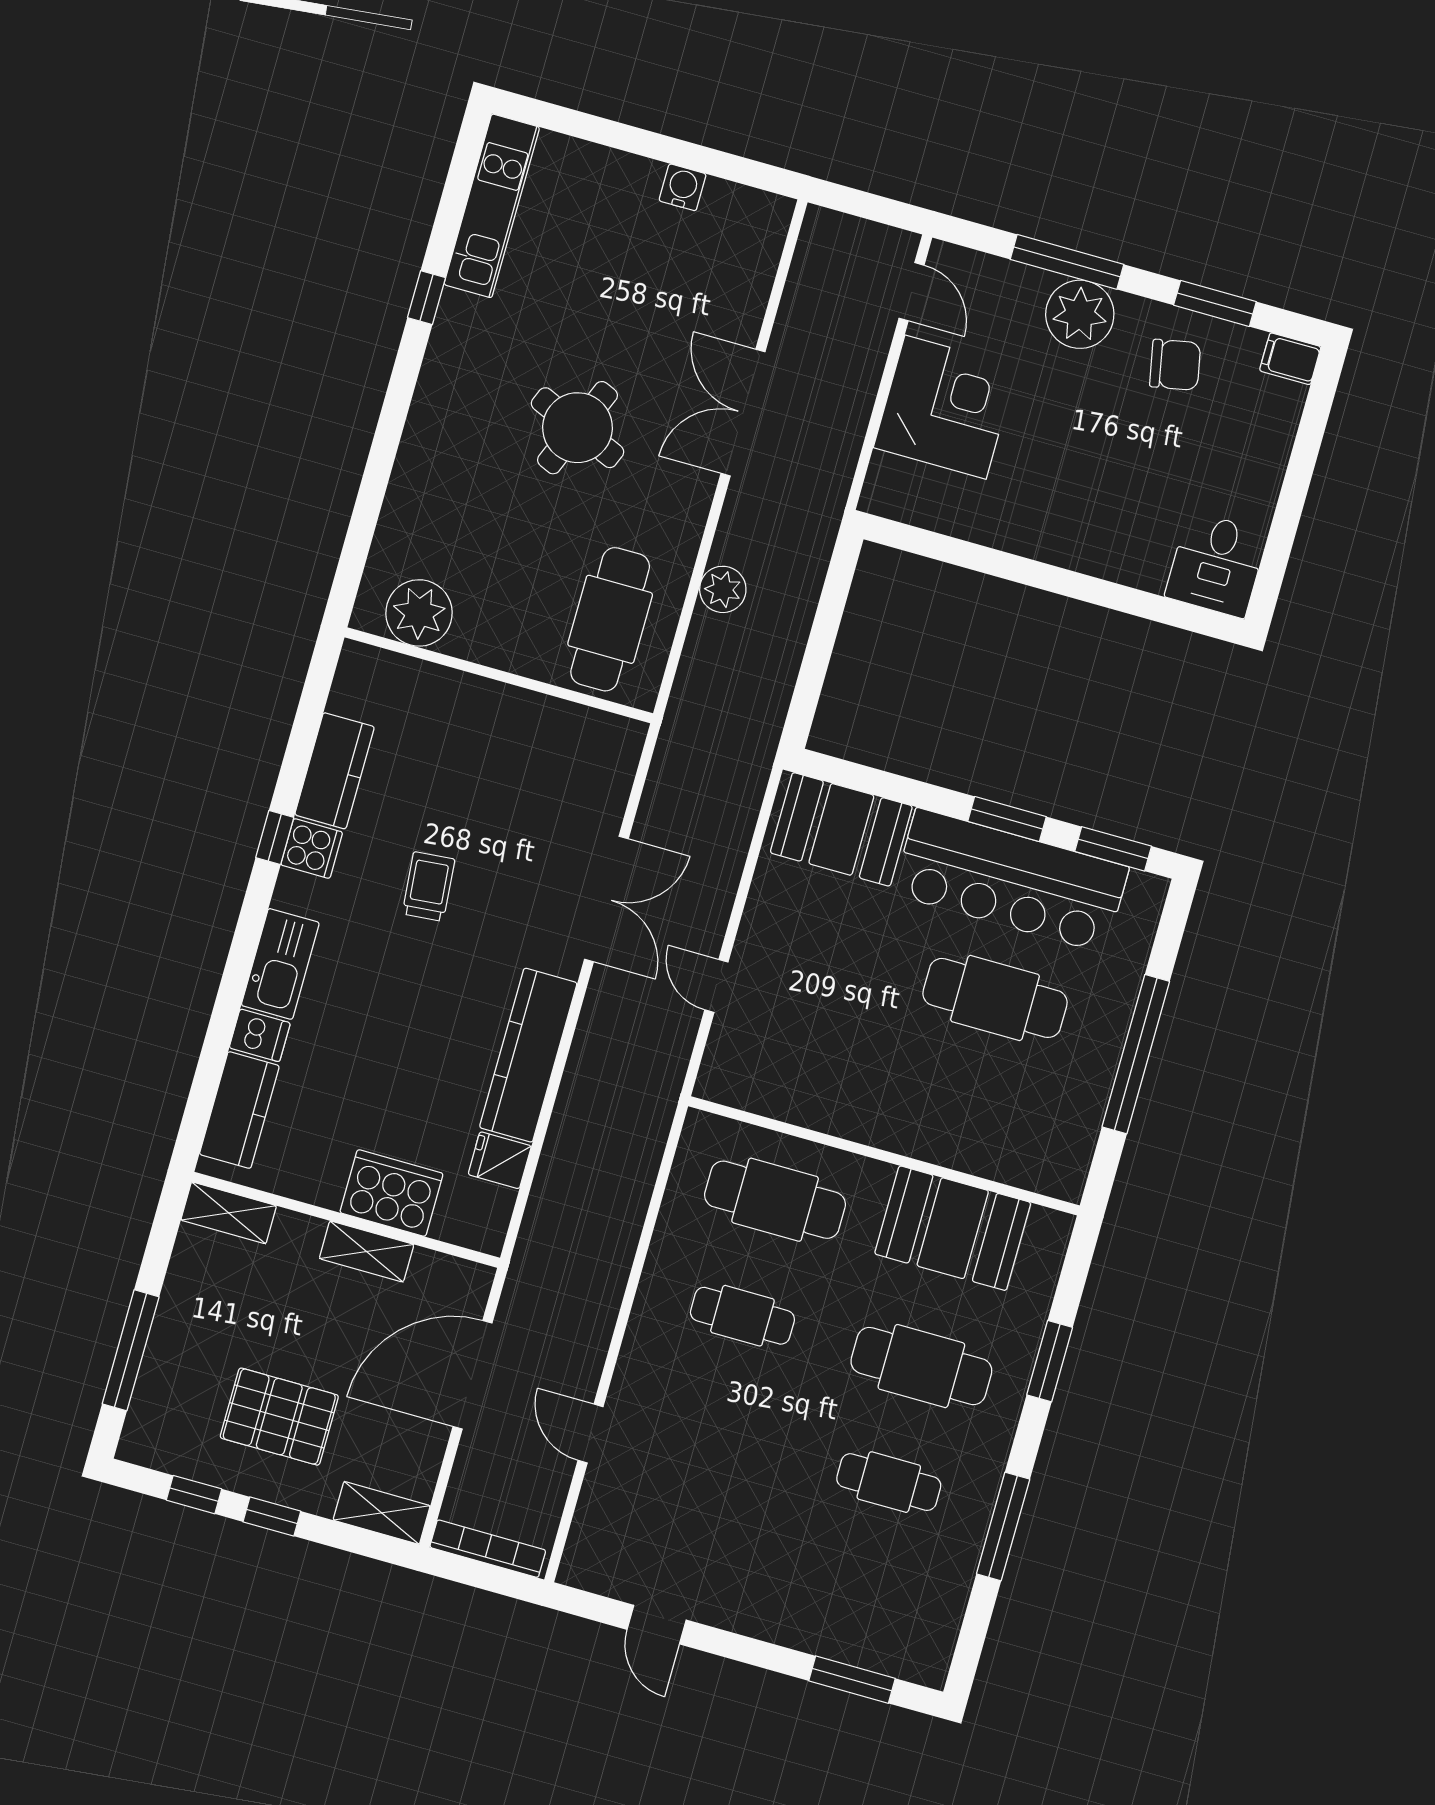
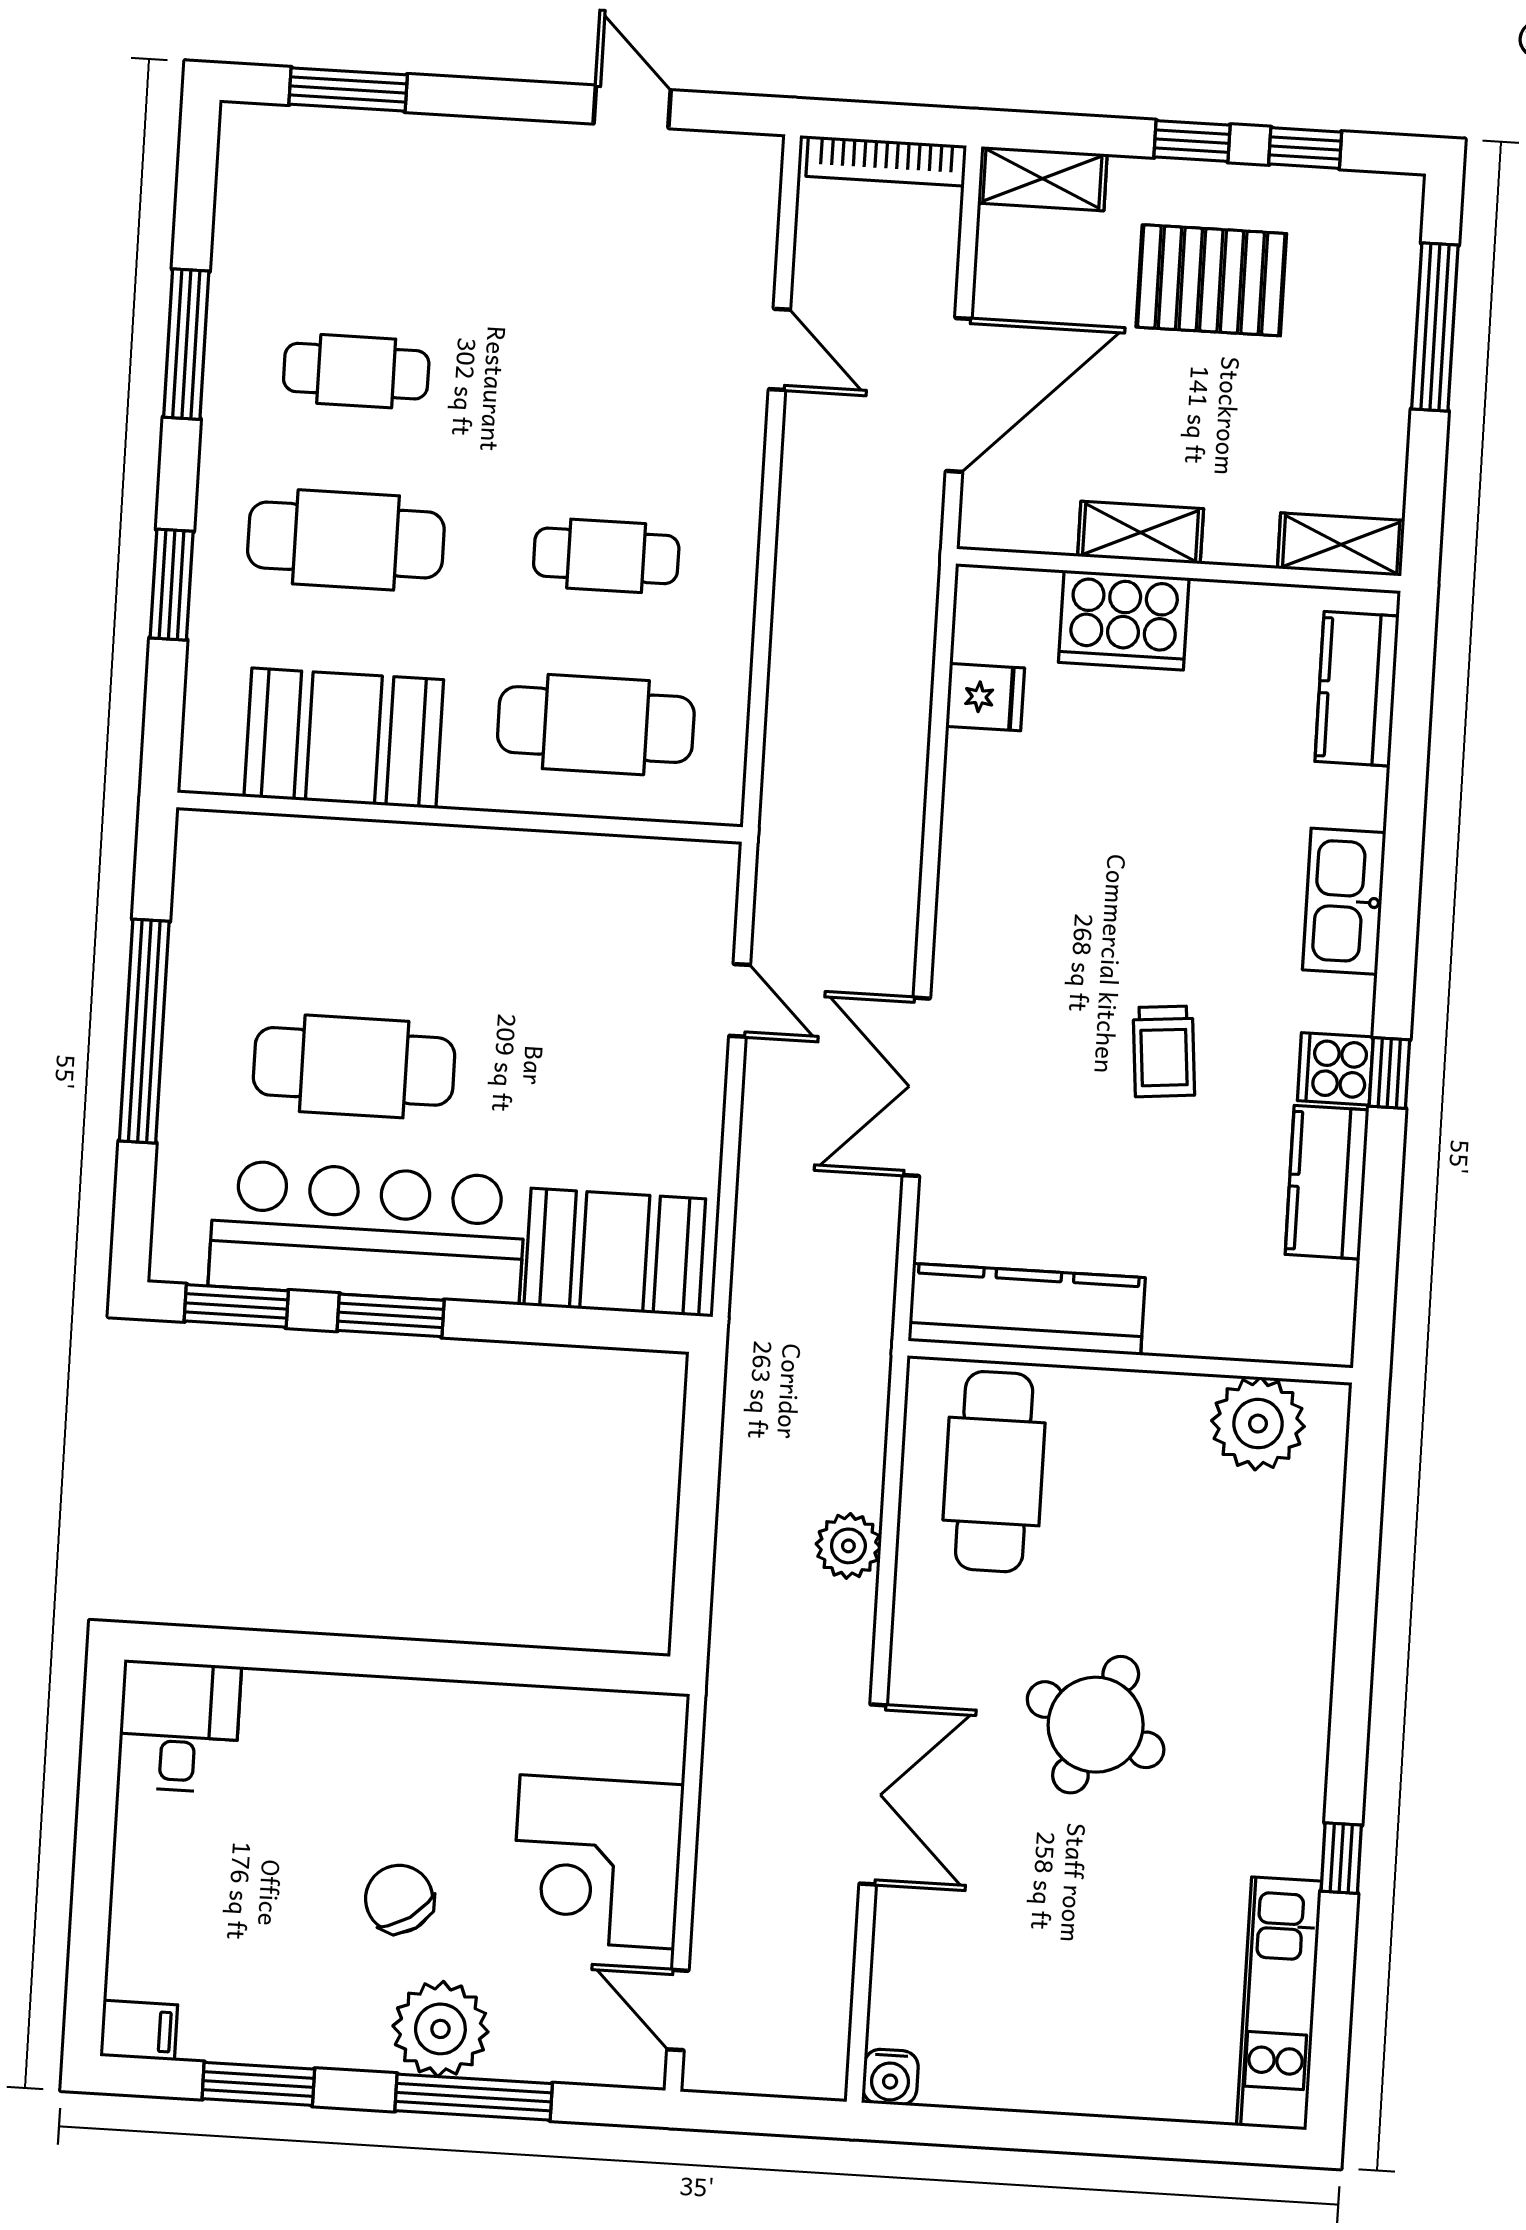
water cooler: (683, 187) -> (890, 2077), moved
chair: (1175, 365) -> (399, 1899), moved, turned 67
dishwasher: (260, 1035) -> (1351, 797), removed
kitchen counter: (528, 1055) -> (1027, 1309), moved, turned -90

